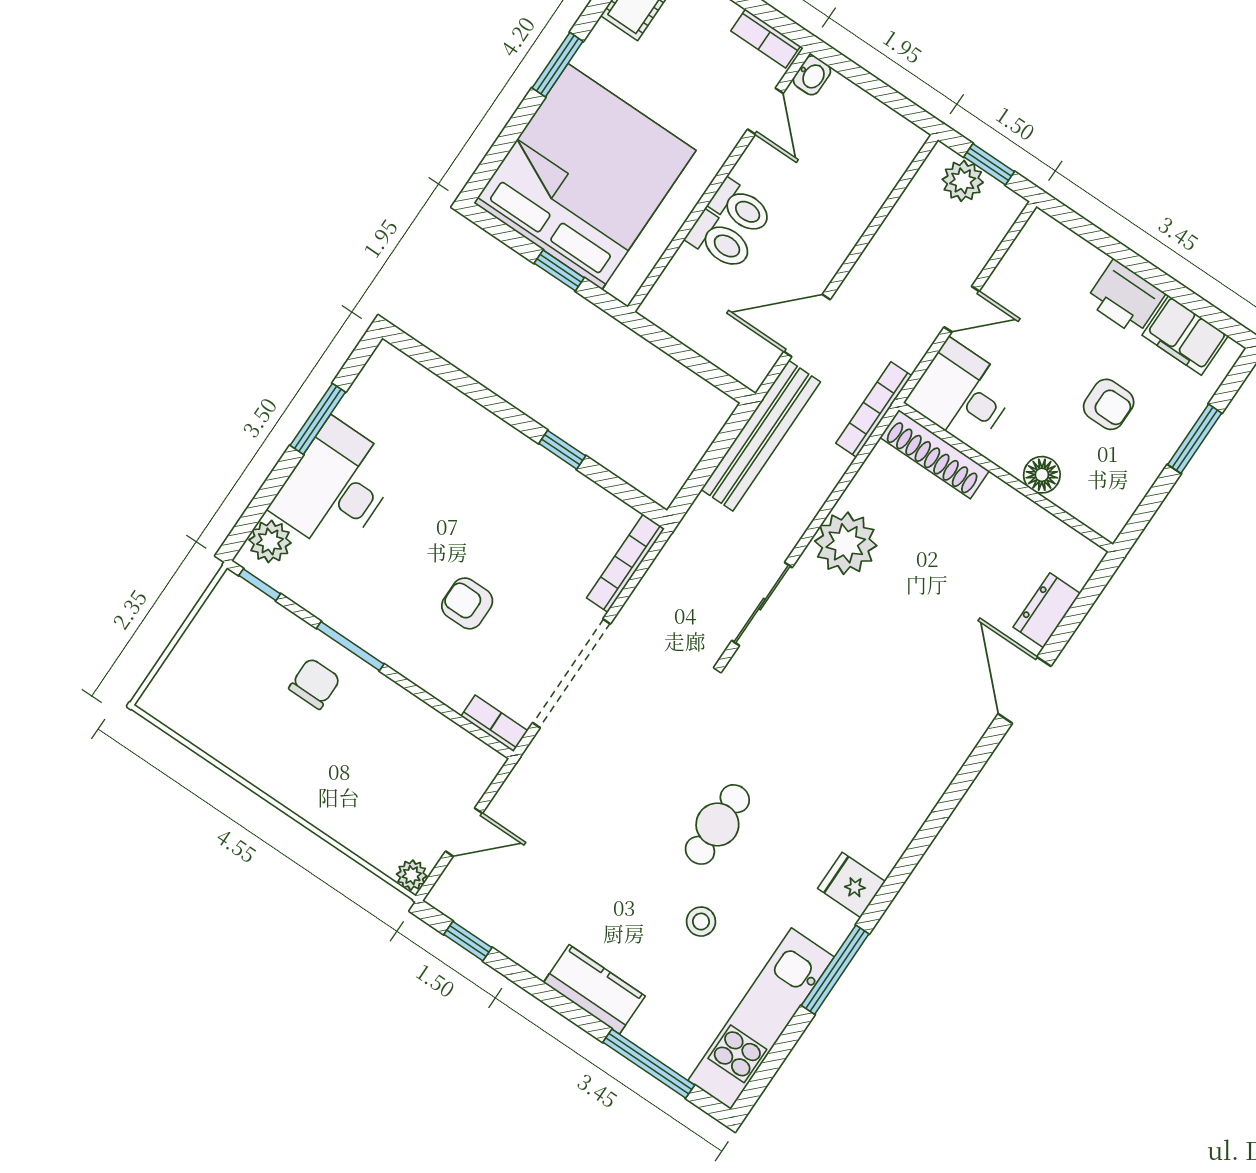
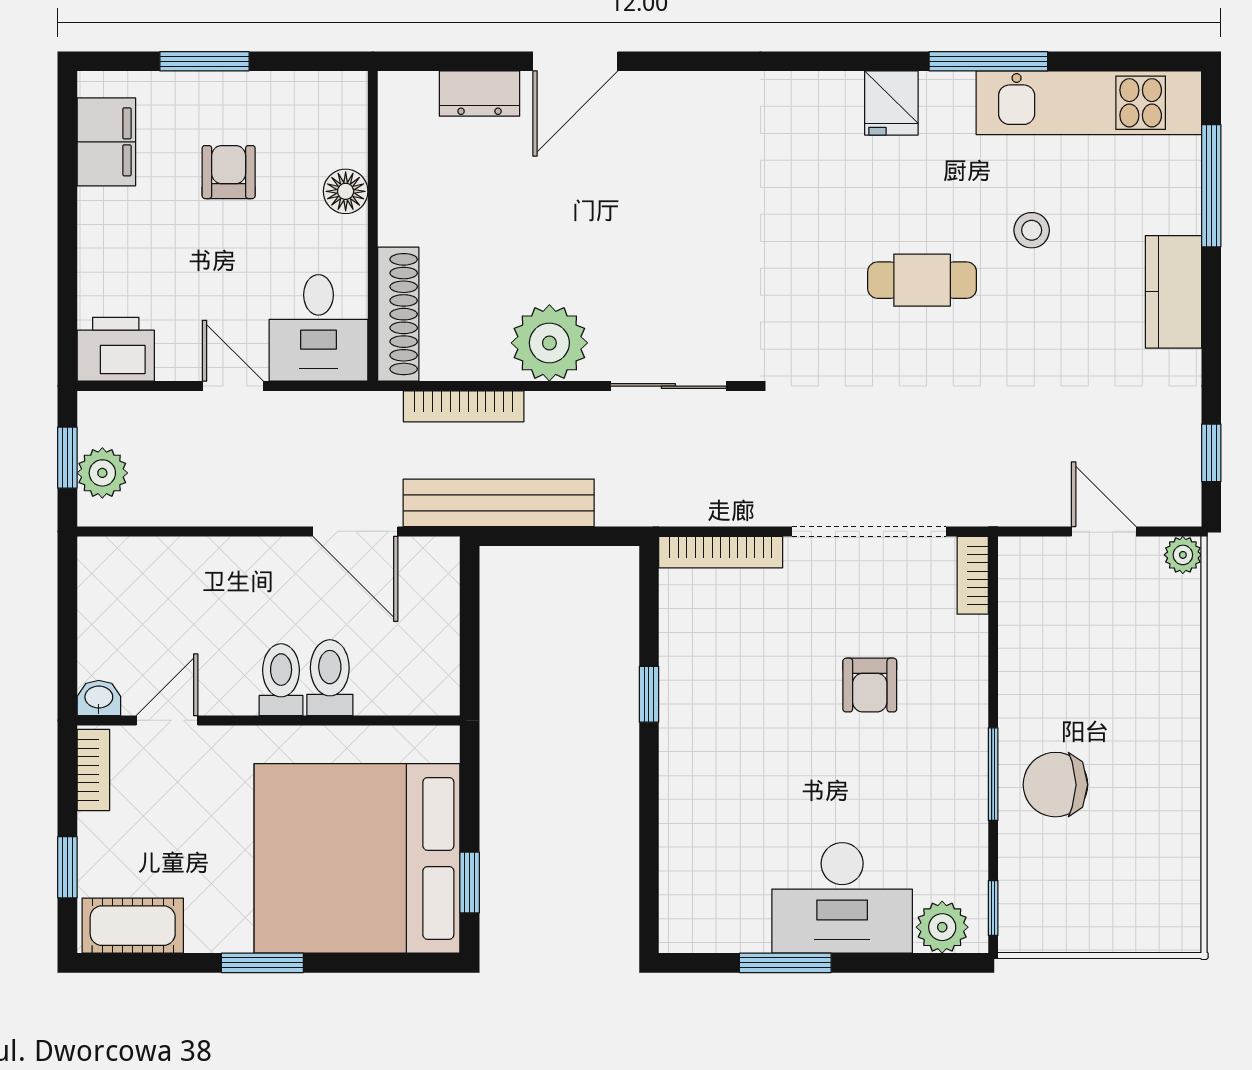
window: (559, 271) -> (470, 882), moved
printer: (1125, 298) -> (116, 349), moved, turned -90
bookcase: (874, 409) -> (464, 406), moved
chair: (315, 684) -> (1055, 785), width x1.37, depth x1.37

